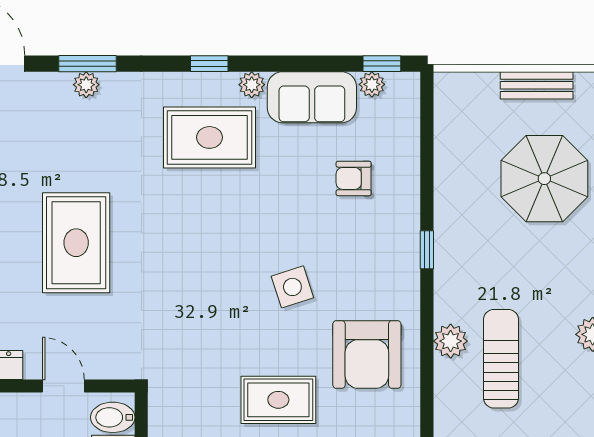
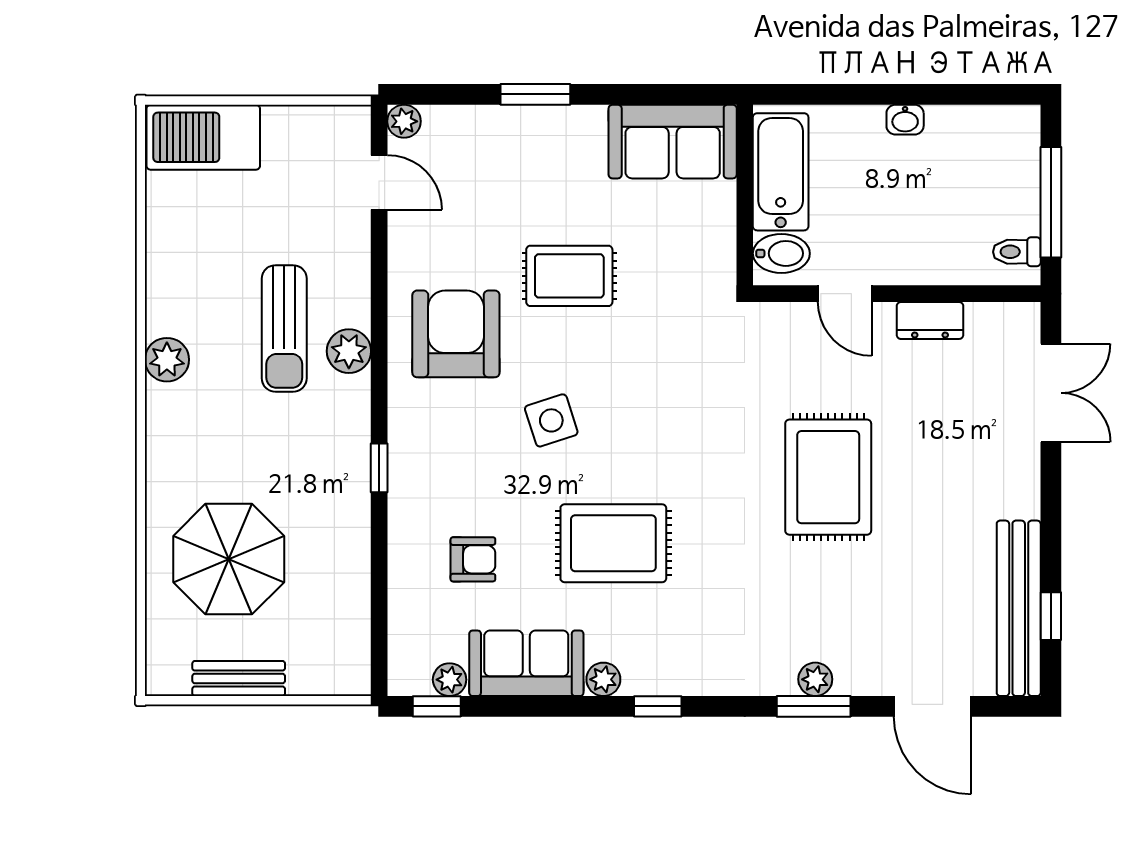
rug: (209, 137) -> (613, 543), moved

